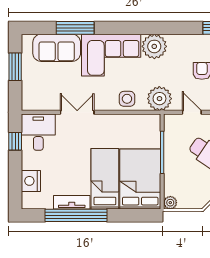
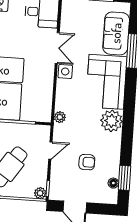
side table: (127, 99) -> (65, 71), moved
plant: (159, 99) -> (60, 117), width x0.53, depth x0.53

